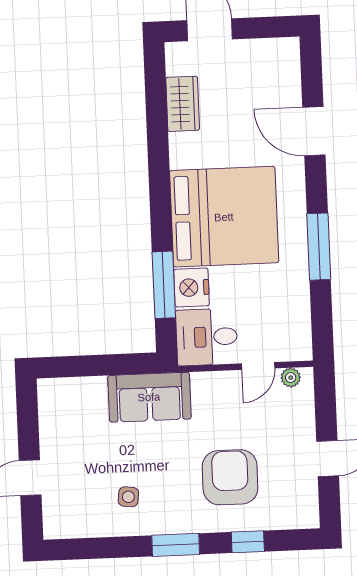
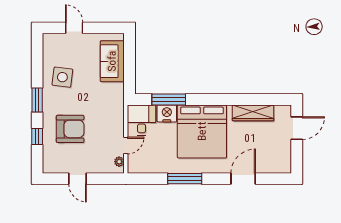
wardrobe: (183, 104) -> (253, 113), width x1.50
door: (258, 366) -> (126, 145), swing flipped
sofa: (149, 397) -> (112, 61), moved
side table: (128, 497) -> (62, 77), width x1.87, depth x1.87

